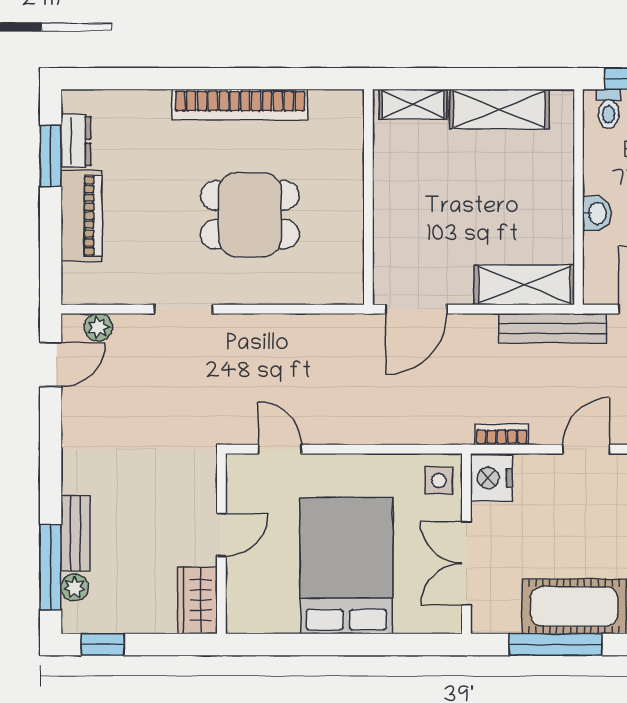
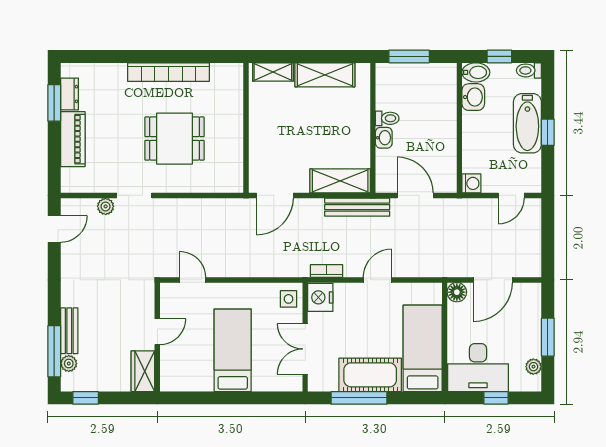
toilet: (609, 109) -> (387, 118), moved, turned -90
plant: (98, 327) -> (106, 206), moved
bed: (346, 566) -> (233, 350), width x0.67

